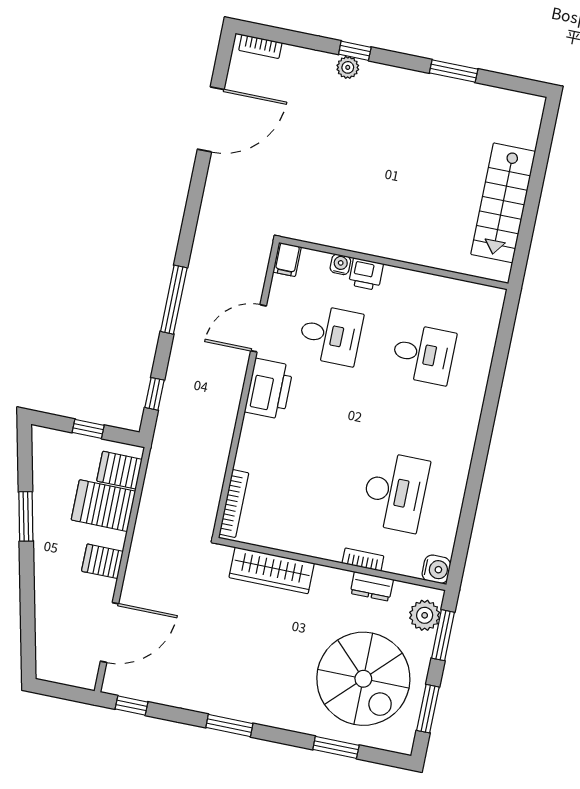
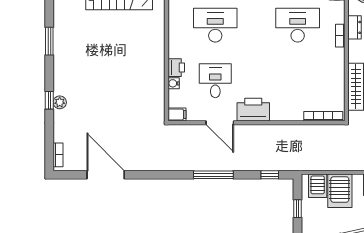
desk: (423, 354) -> (215, 25), width x1.37

